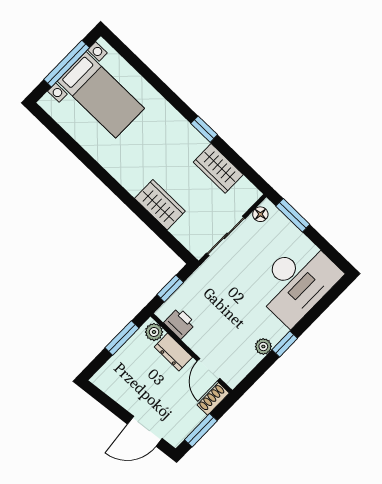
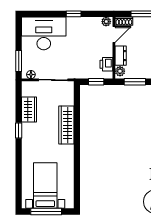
wardrobe: (160, 205) -> (66, 125), width x1.50
plant: (263, 346) -> (106, 22), moved

